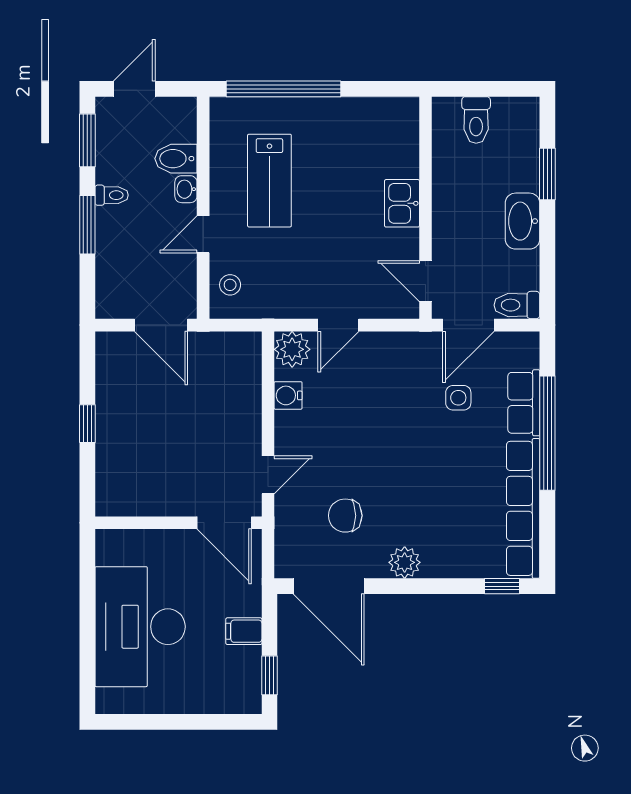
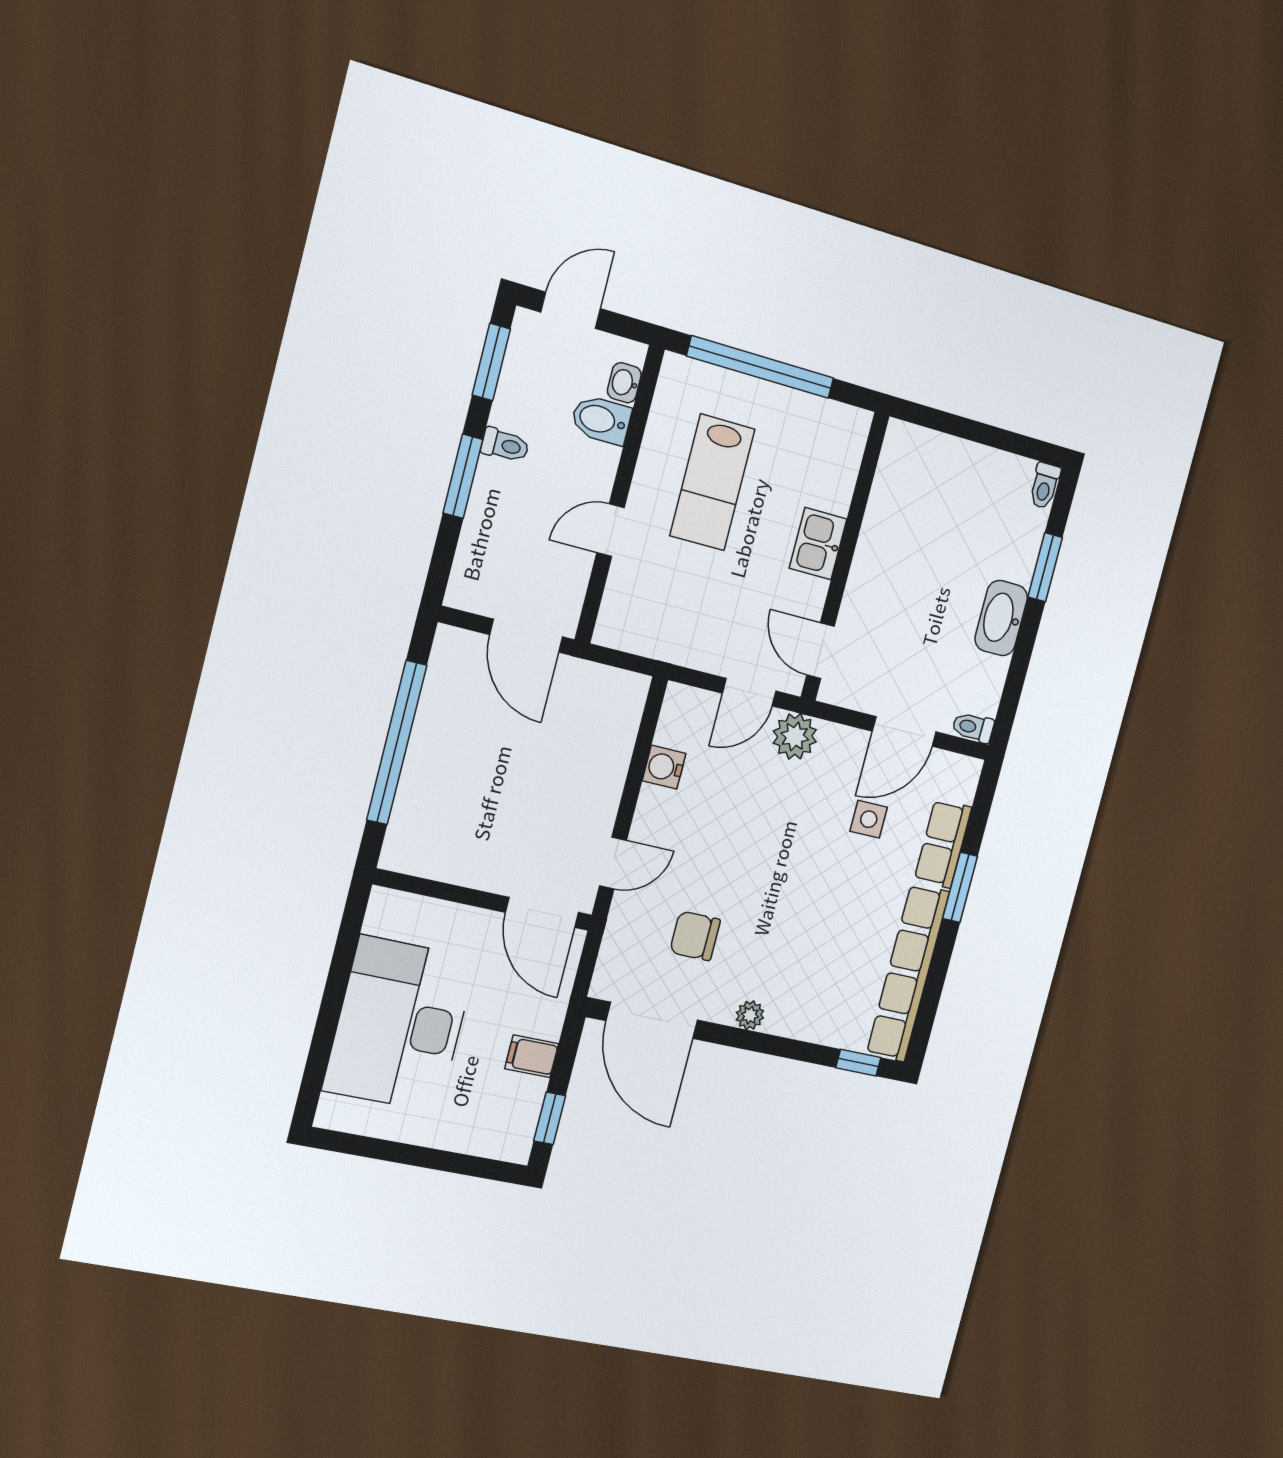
toilet: (476, 120) -> (1045, 486), moved, width x0.73, depth x0.72
washbasin: (186, 189) -> (624, 383), moved
kitchen sink: (402, 203) -> (818, 544), moved
wall: (425, 208) -> (845, 557), moved
door: (425, 281) -> (820, 651), moved
stool: (230, 285) -> (628, 606), removed
toilet: (517, 305) -> (973, 727), width x0.73, depth x0.72
plant: (292, 349) -> (795, 736), moved
window: (87, 424) -> (397, 743), width x3.17
window: (547, 433) -> (960, 887), width x0.47
plant: (405, 562) -> (750, 1015), width x0.73, depth x0.73

